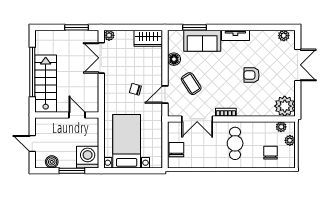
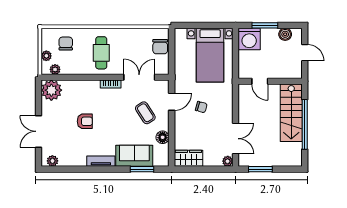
chair: (271, 153) -> (66, 44), turned 180

